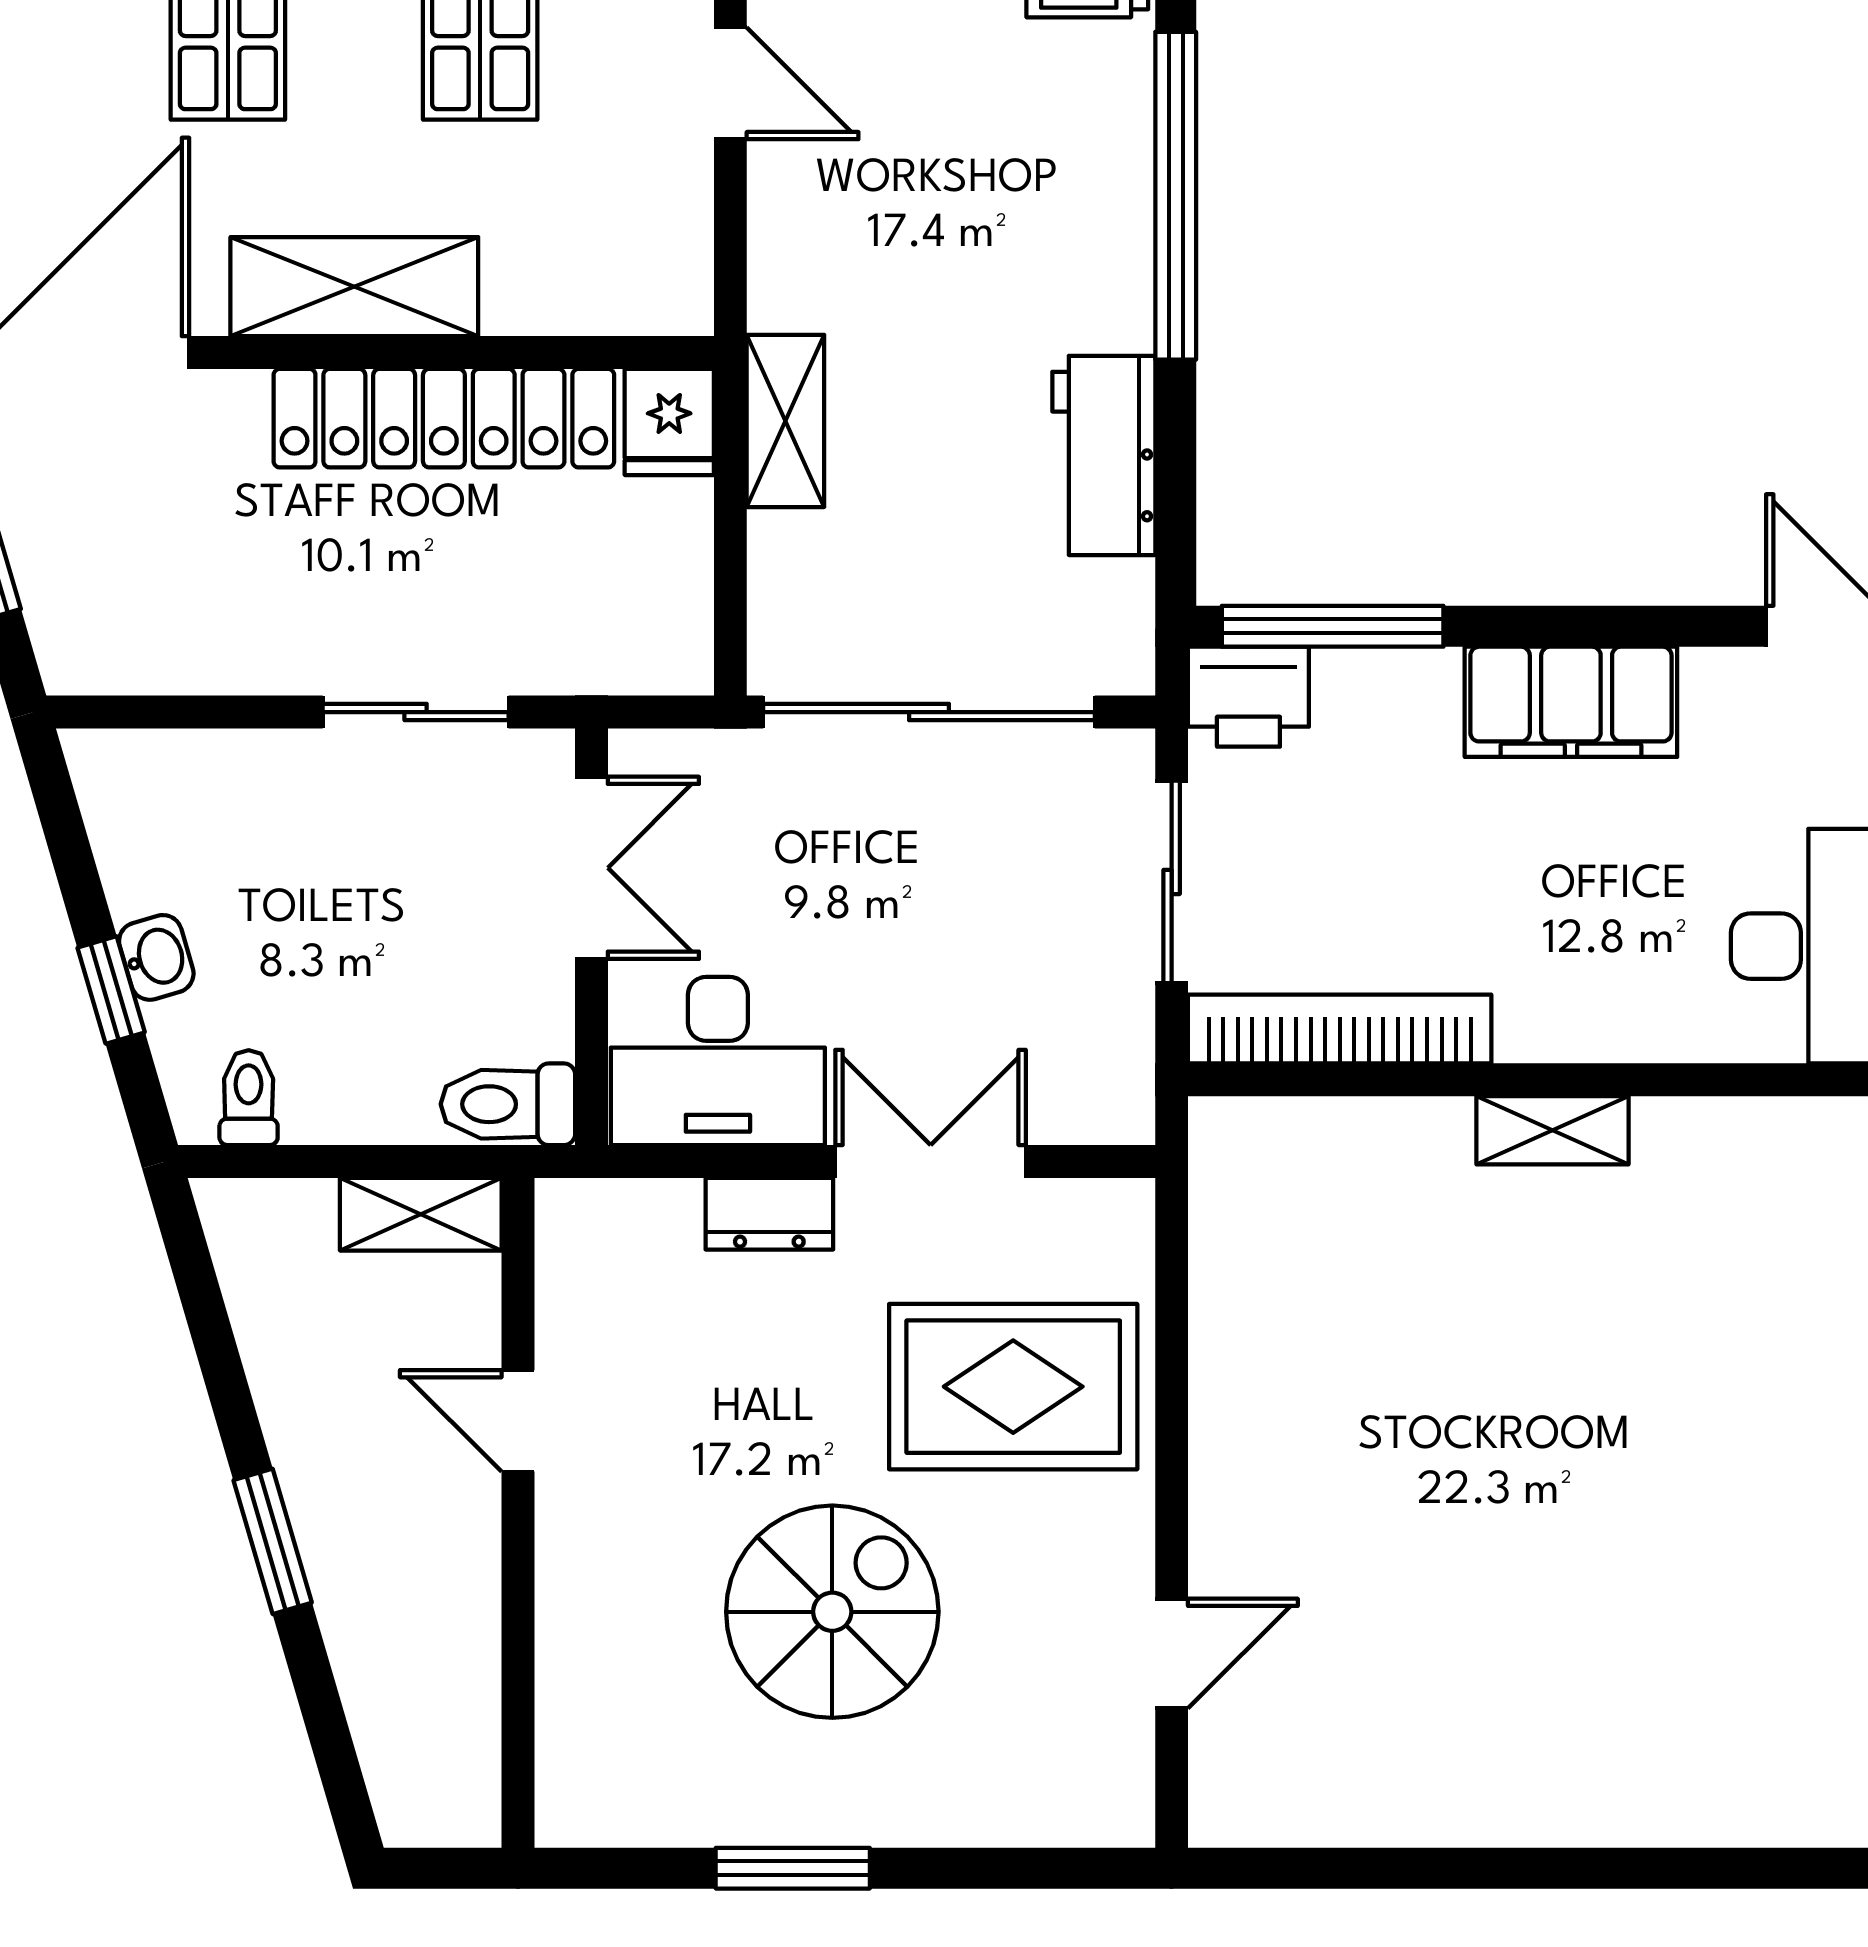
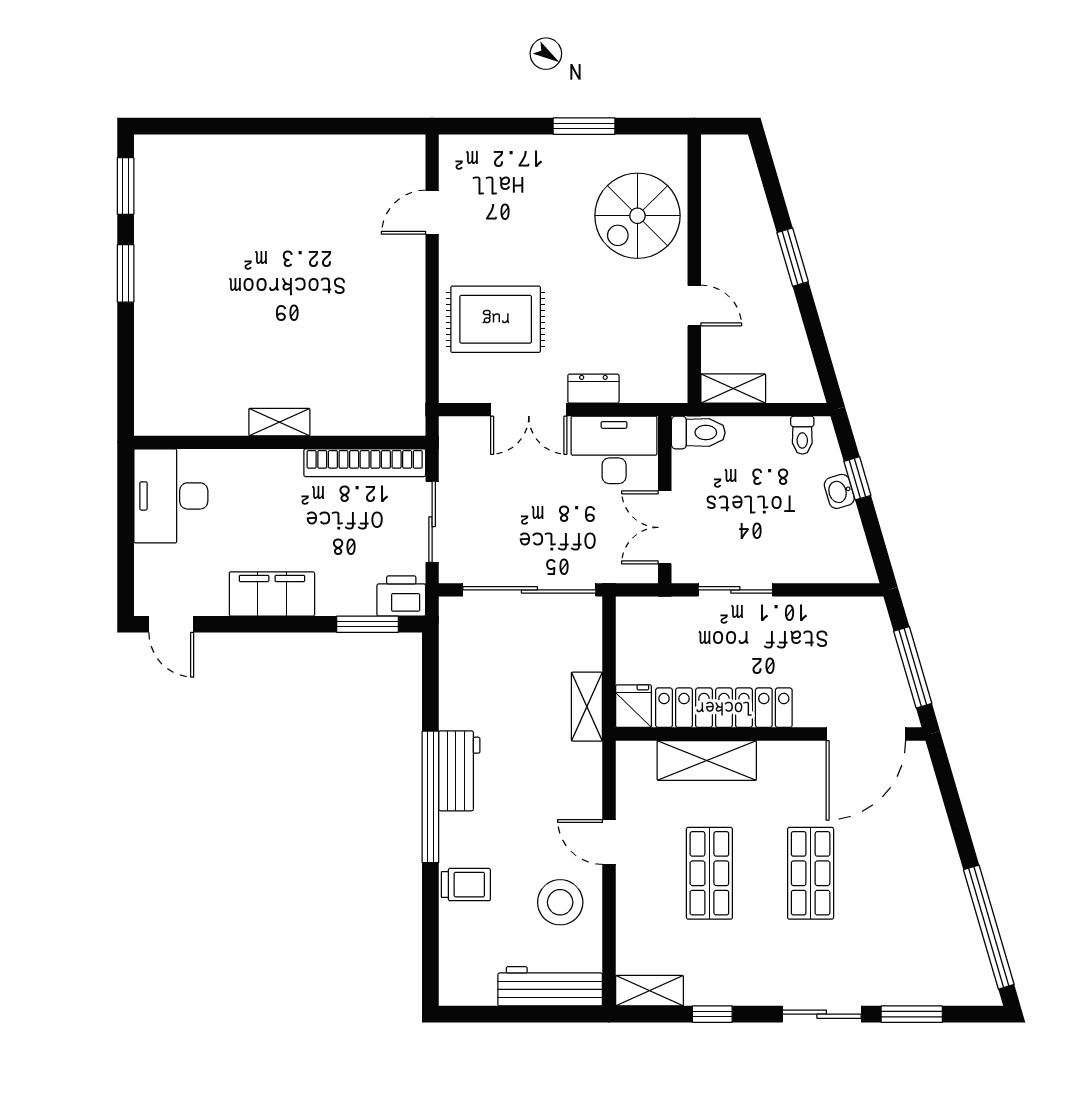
shelving: (354, 287) -> (707, 760), moved
workbench: (1104, 455) -> (459, 771), moved
window: (1333, 626) -> (367, 624), width x0.69
spiral stairs: (832, 1612) -> (637, 216), moved

